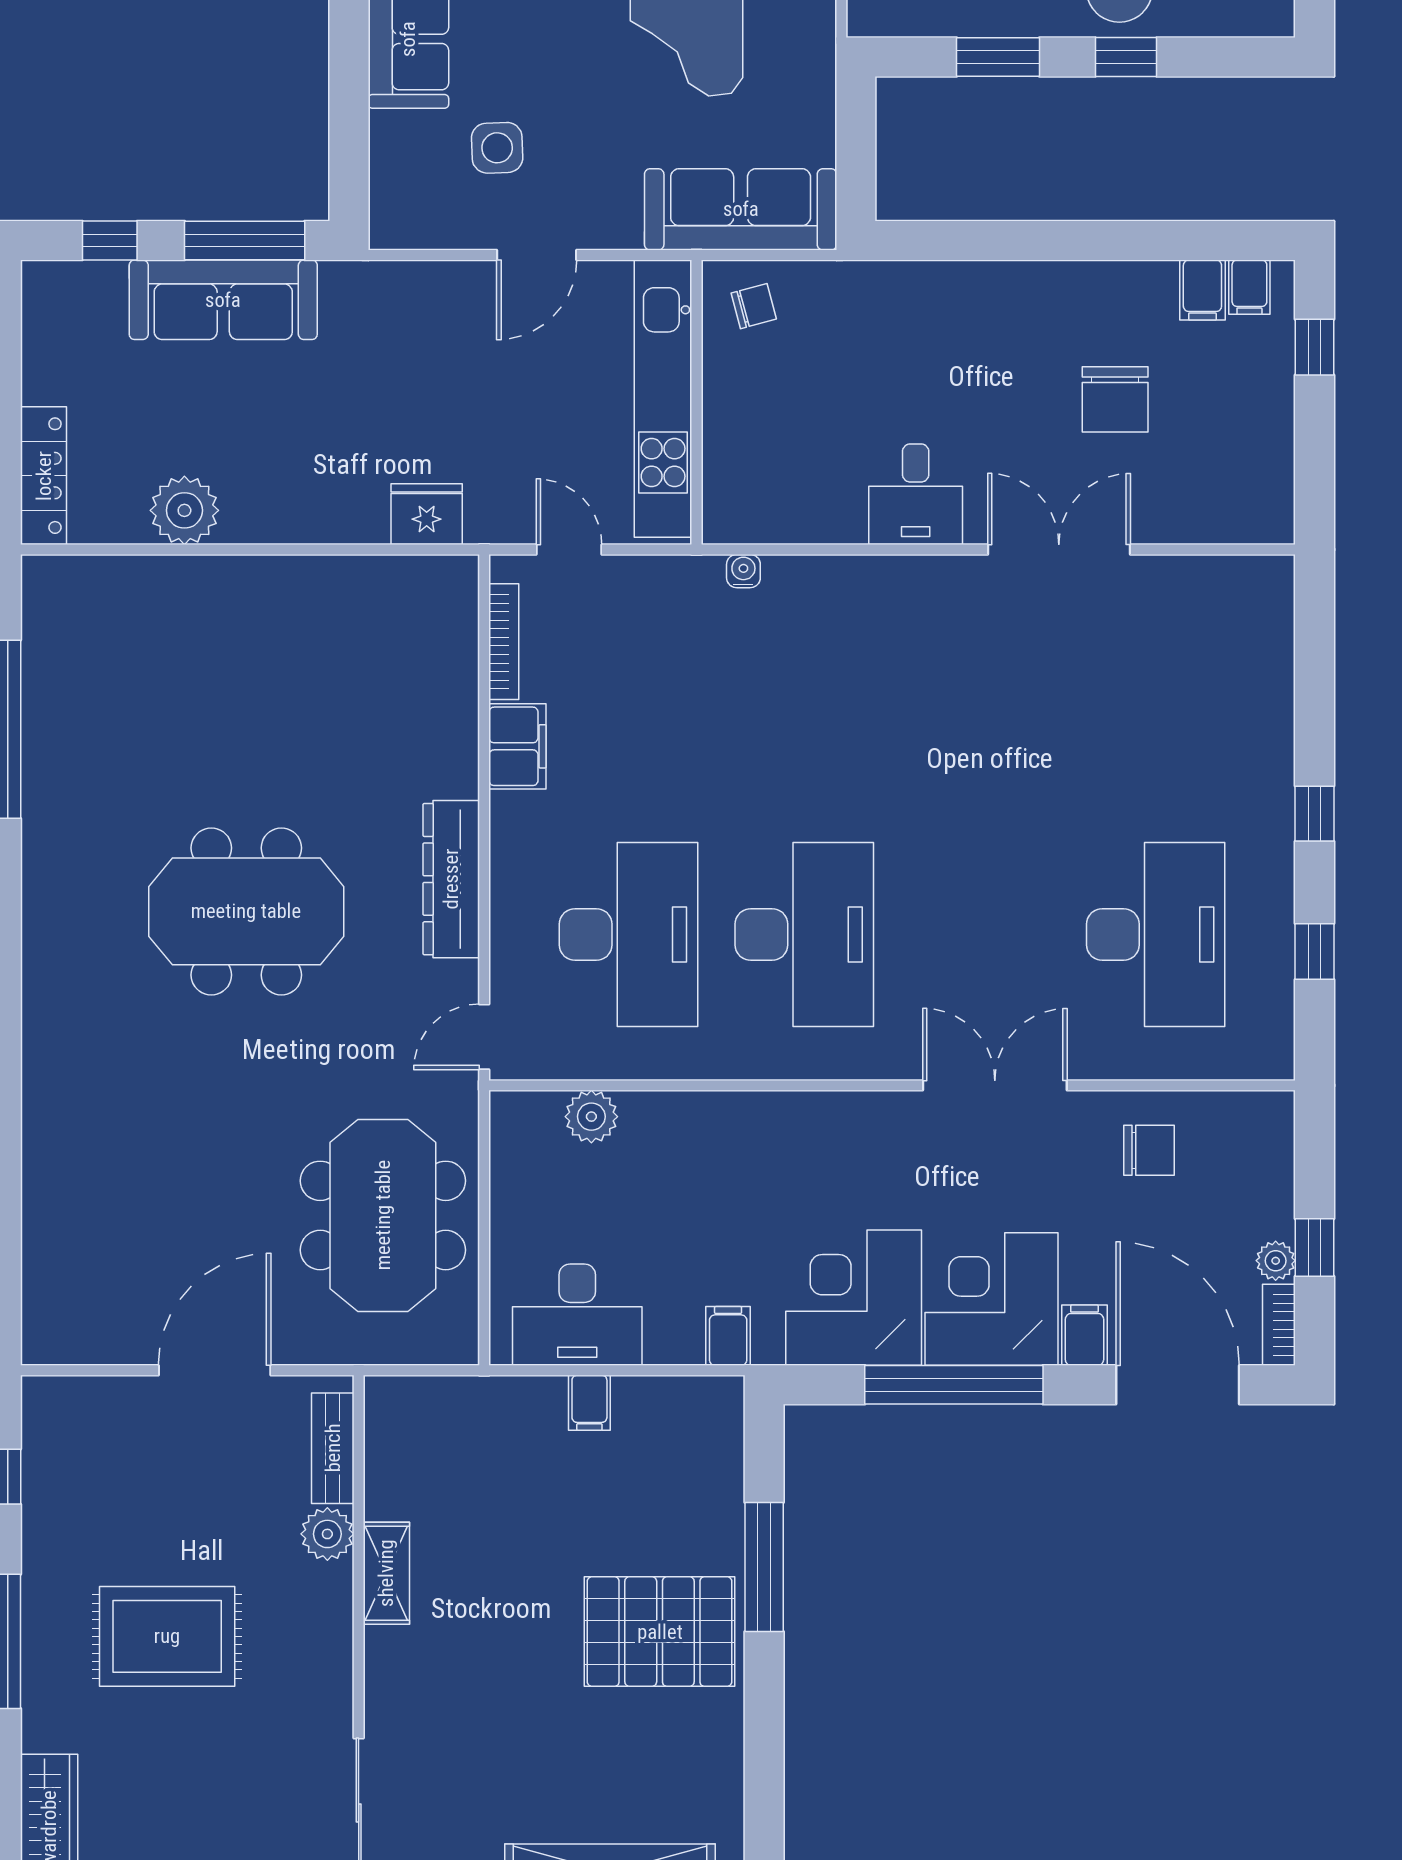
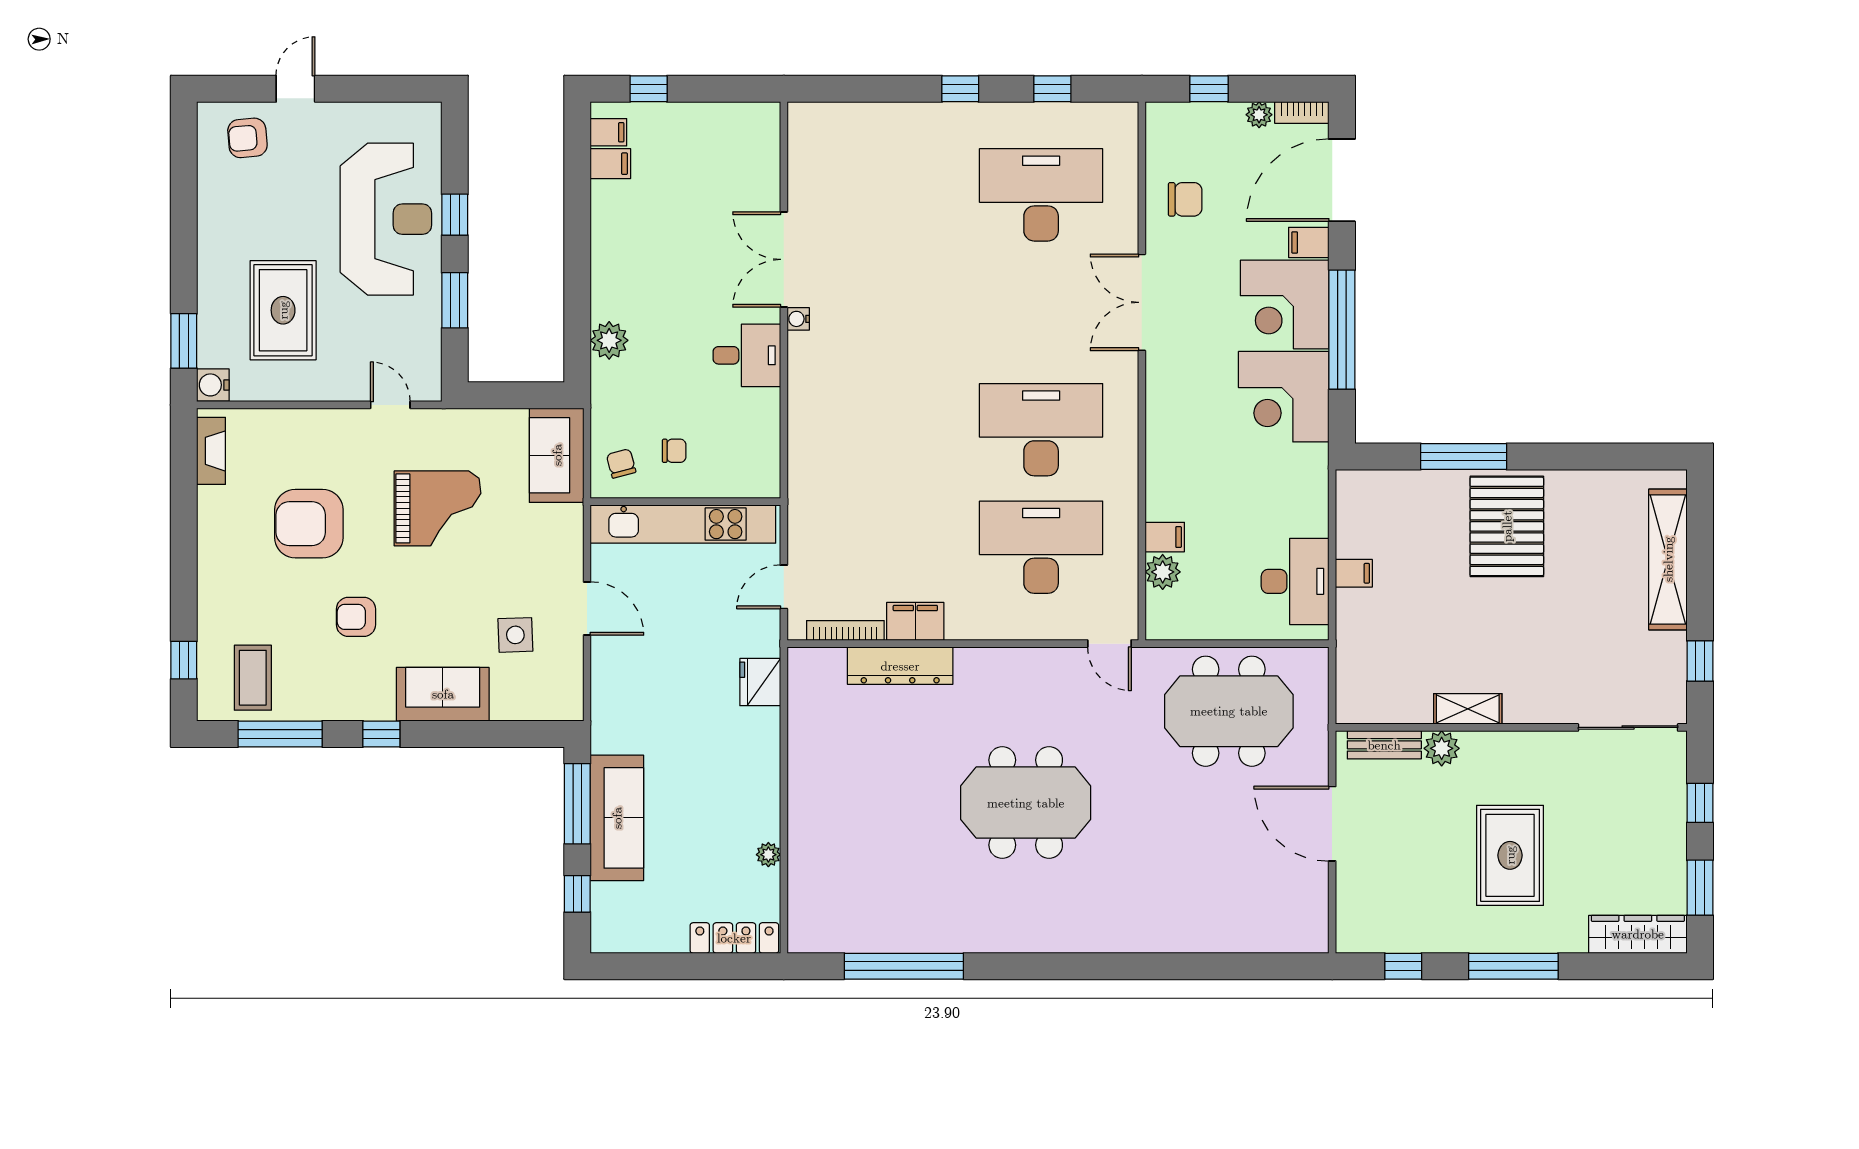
sofa: (741, 209) -> (557, 455), width x0.73
plant: (938, 288) -> (609, 340), added
chair: (1115, 399) -> (674, 451), moved, width x0.54, depth x0.54
plant: (184, 510) -> (768, 855), width x0.53, depth x0.53
water cooler: (743, 571) -> (798, 319), moved
dresser: (451, 879) -> (900, 666), moved
meeting table: (246, 911) -> (1026, 803), turned 90
chair: (1149, 1150) -> (1185, 199), turned 90
window: (1315, 1247) -> (1209, 89), moved
filing cabinet: (728, 1336) -> (1165, 537), moved, turned 180

